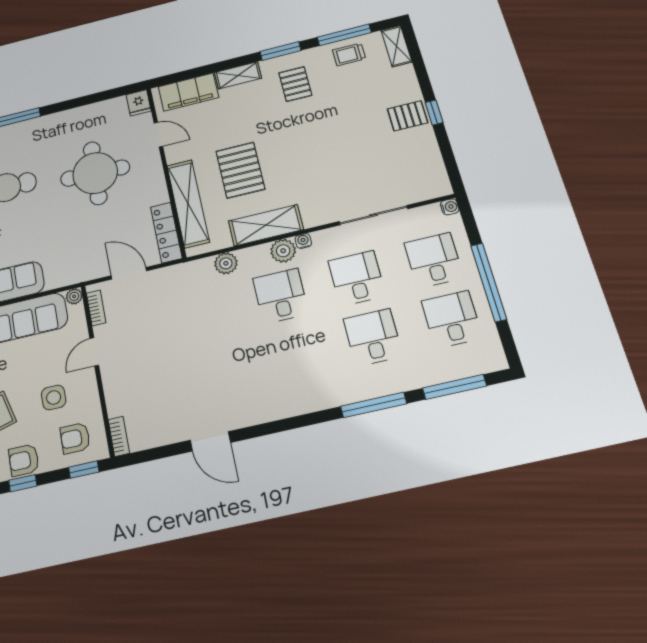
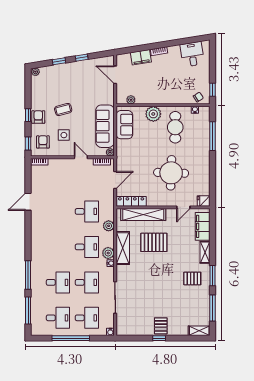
trolley: (349, 54) -> (201, 308), removed
desk: (205, 314) -> (87, 211), added

